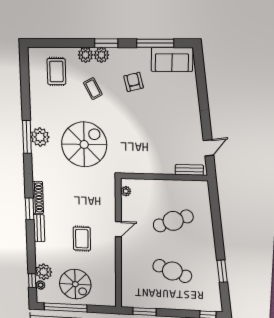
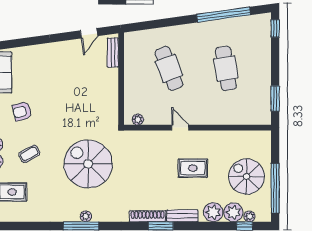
plant: (40, 137) -> (86, 216), width x0.53, depth x0.53
door: (208, 148) -> (89, 33), swing flipped
plant: (43, 255) -> (213, 212), added
cafe table: (172, 271) -> (226, 68), turned -30
window: (222, 271) -> (224, 15), width x2.11
spiral stairs: (75, 284) -> (246, 176), turned -90

